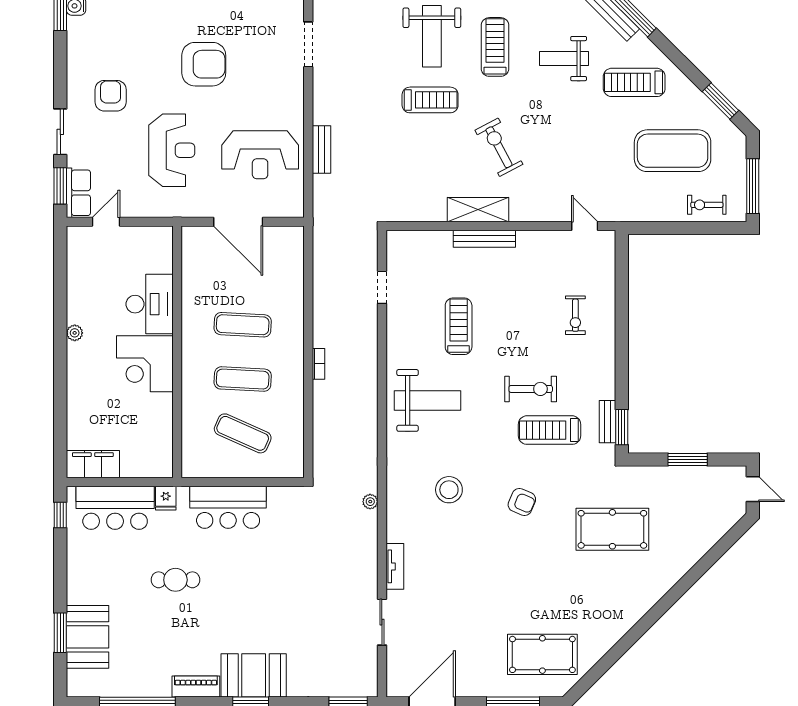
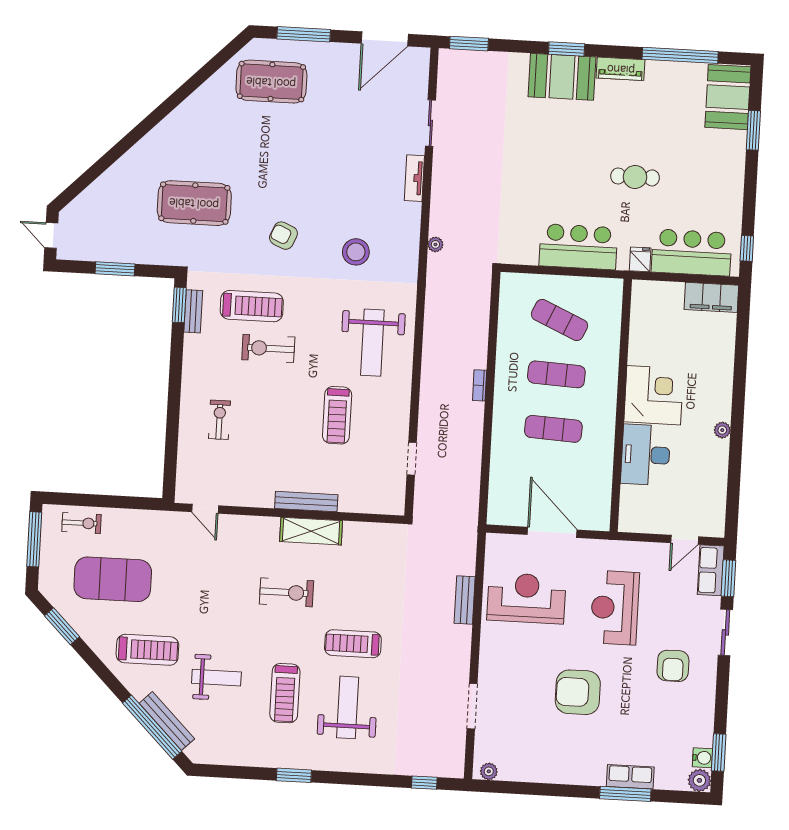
exercise bike: (499, 147) -> (287, 592), turned -62
weight bench: (427, 400) -> (372, 343), turned -90
booth: (88, 637) -> (728, 97), moved

